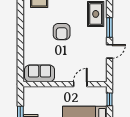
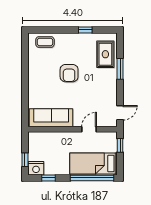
door: (109, 51) -> (120, 113), moved
sofa: (39, 73) -> (51, 118), width x1.36

